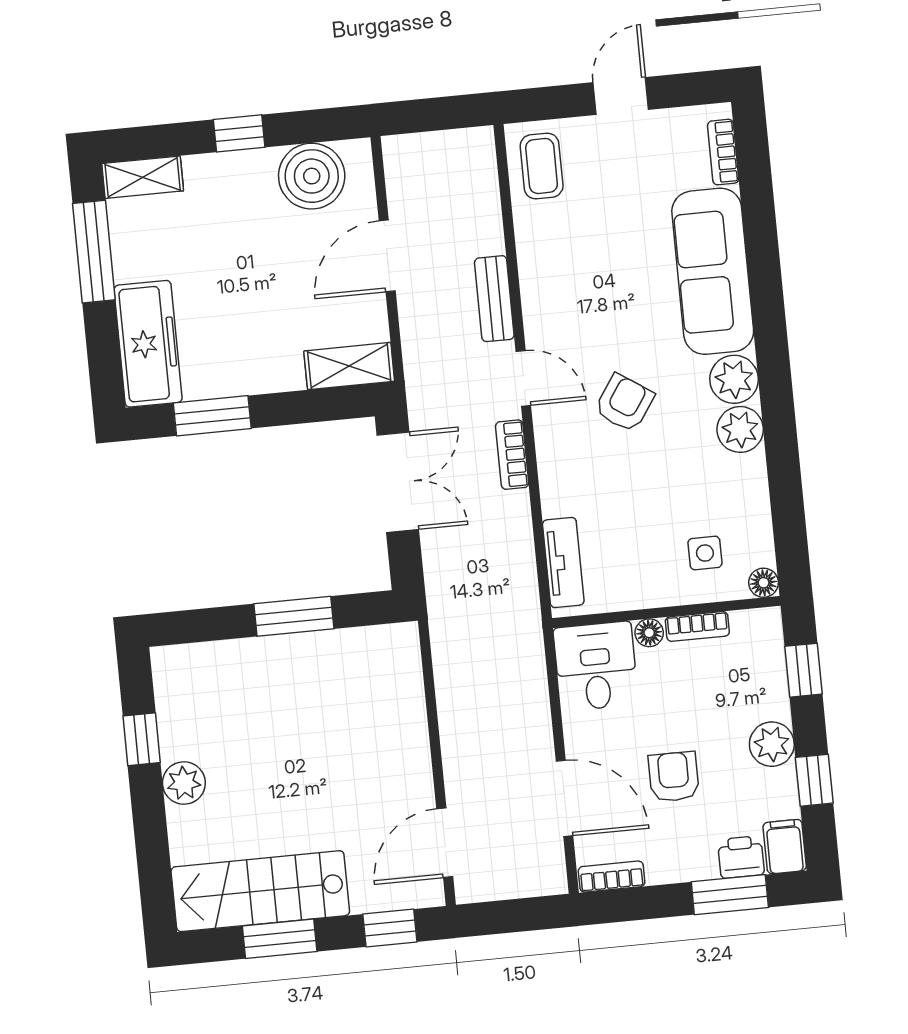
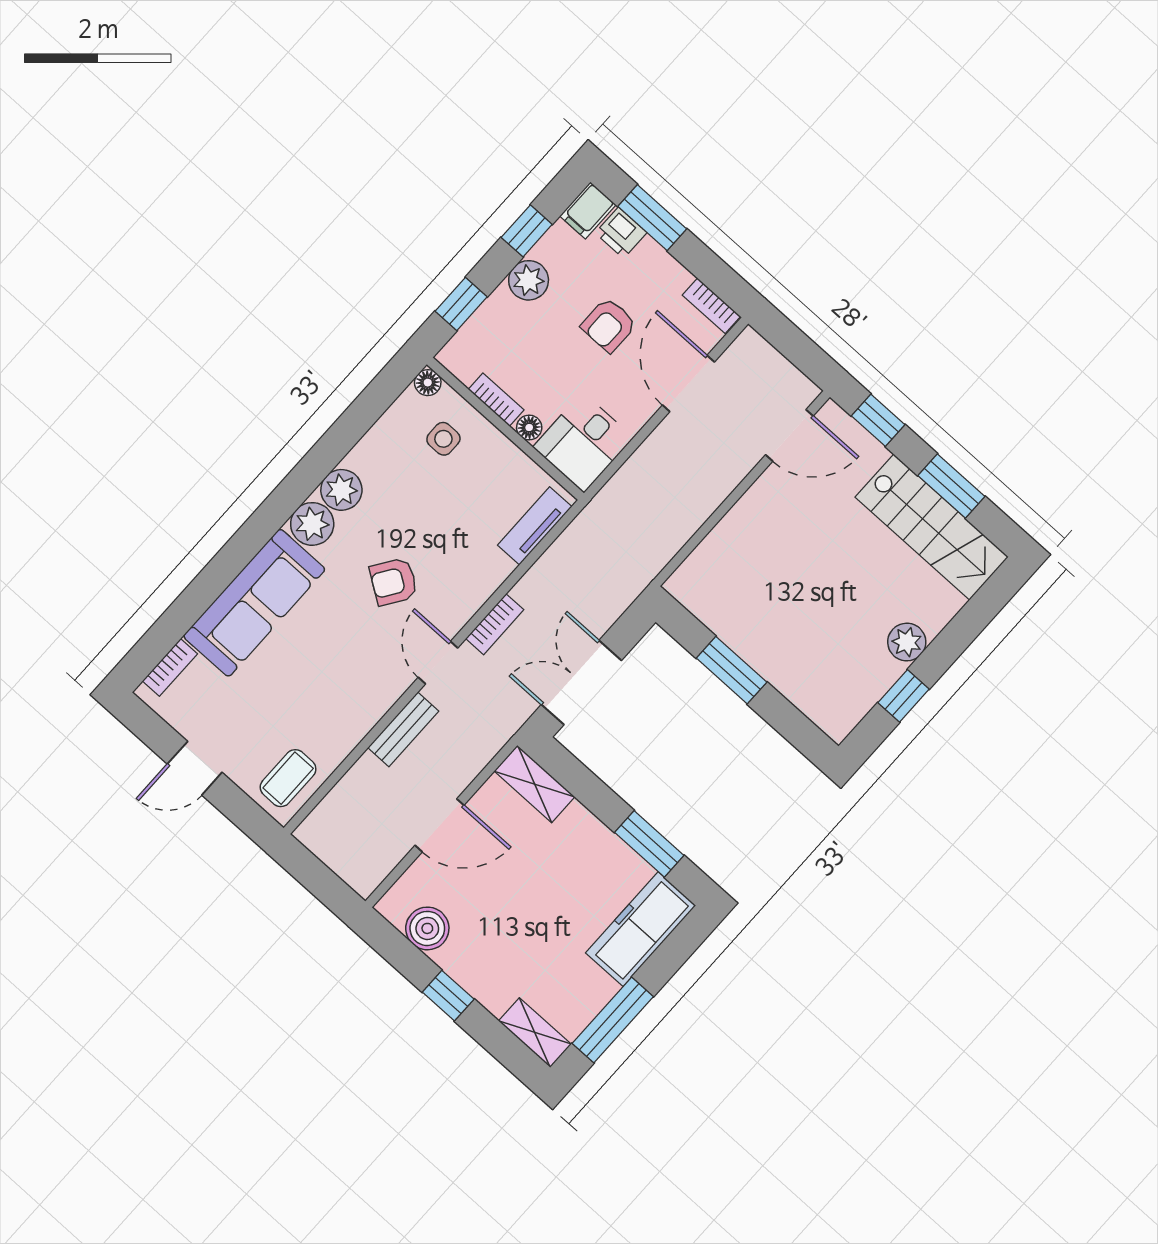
boiler: (312, 176) -> (427, 928), width x0.73, depth x0.73

